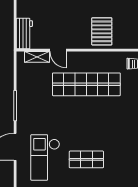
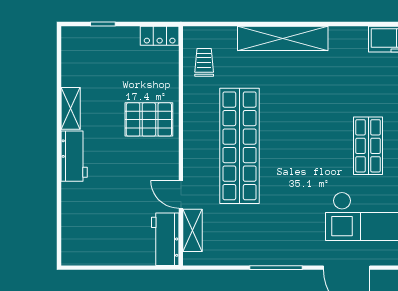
workbench: (24, 33) -> (165, 239), moved, turned -90
door: (58, 50) -> (181, 194), swing flipped

